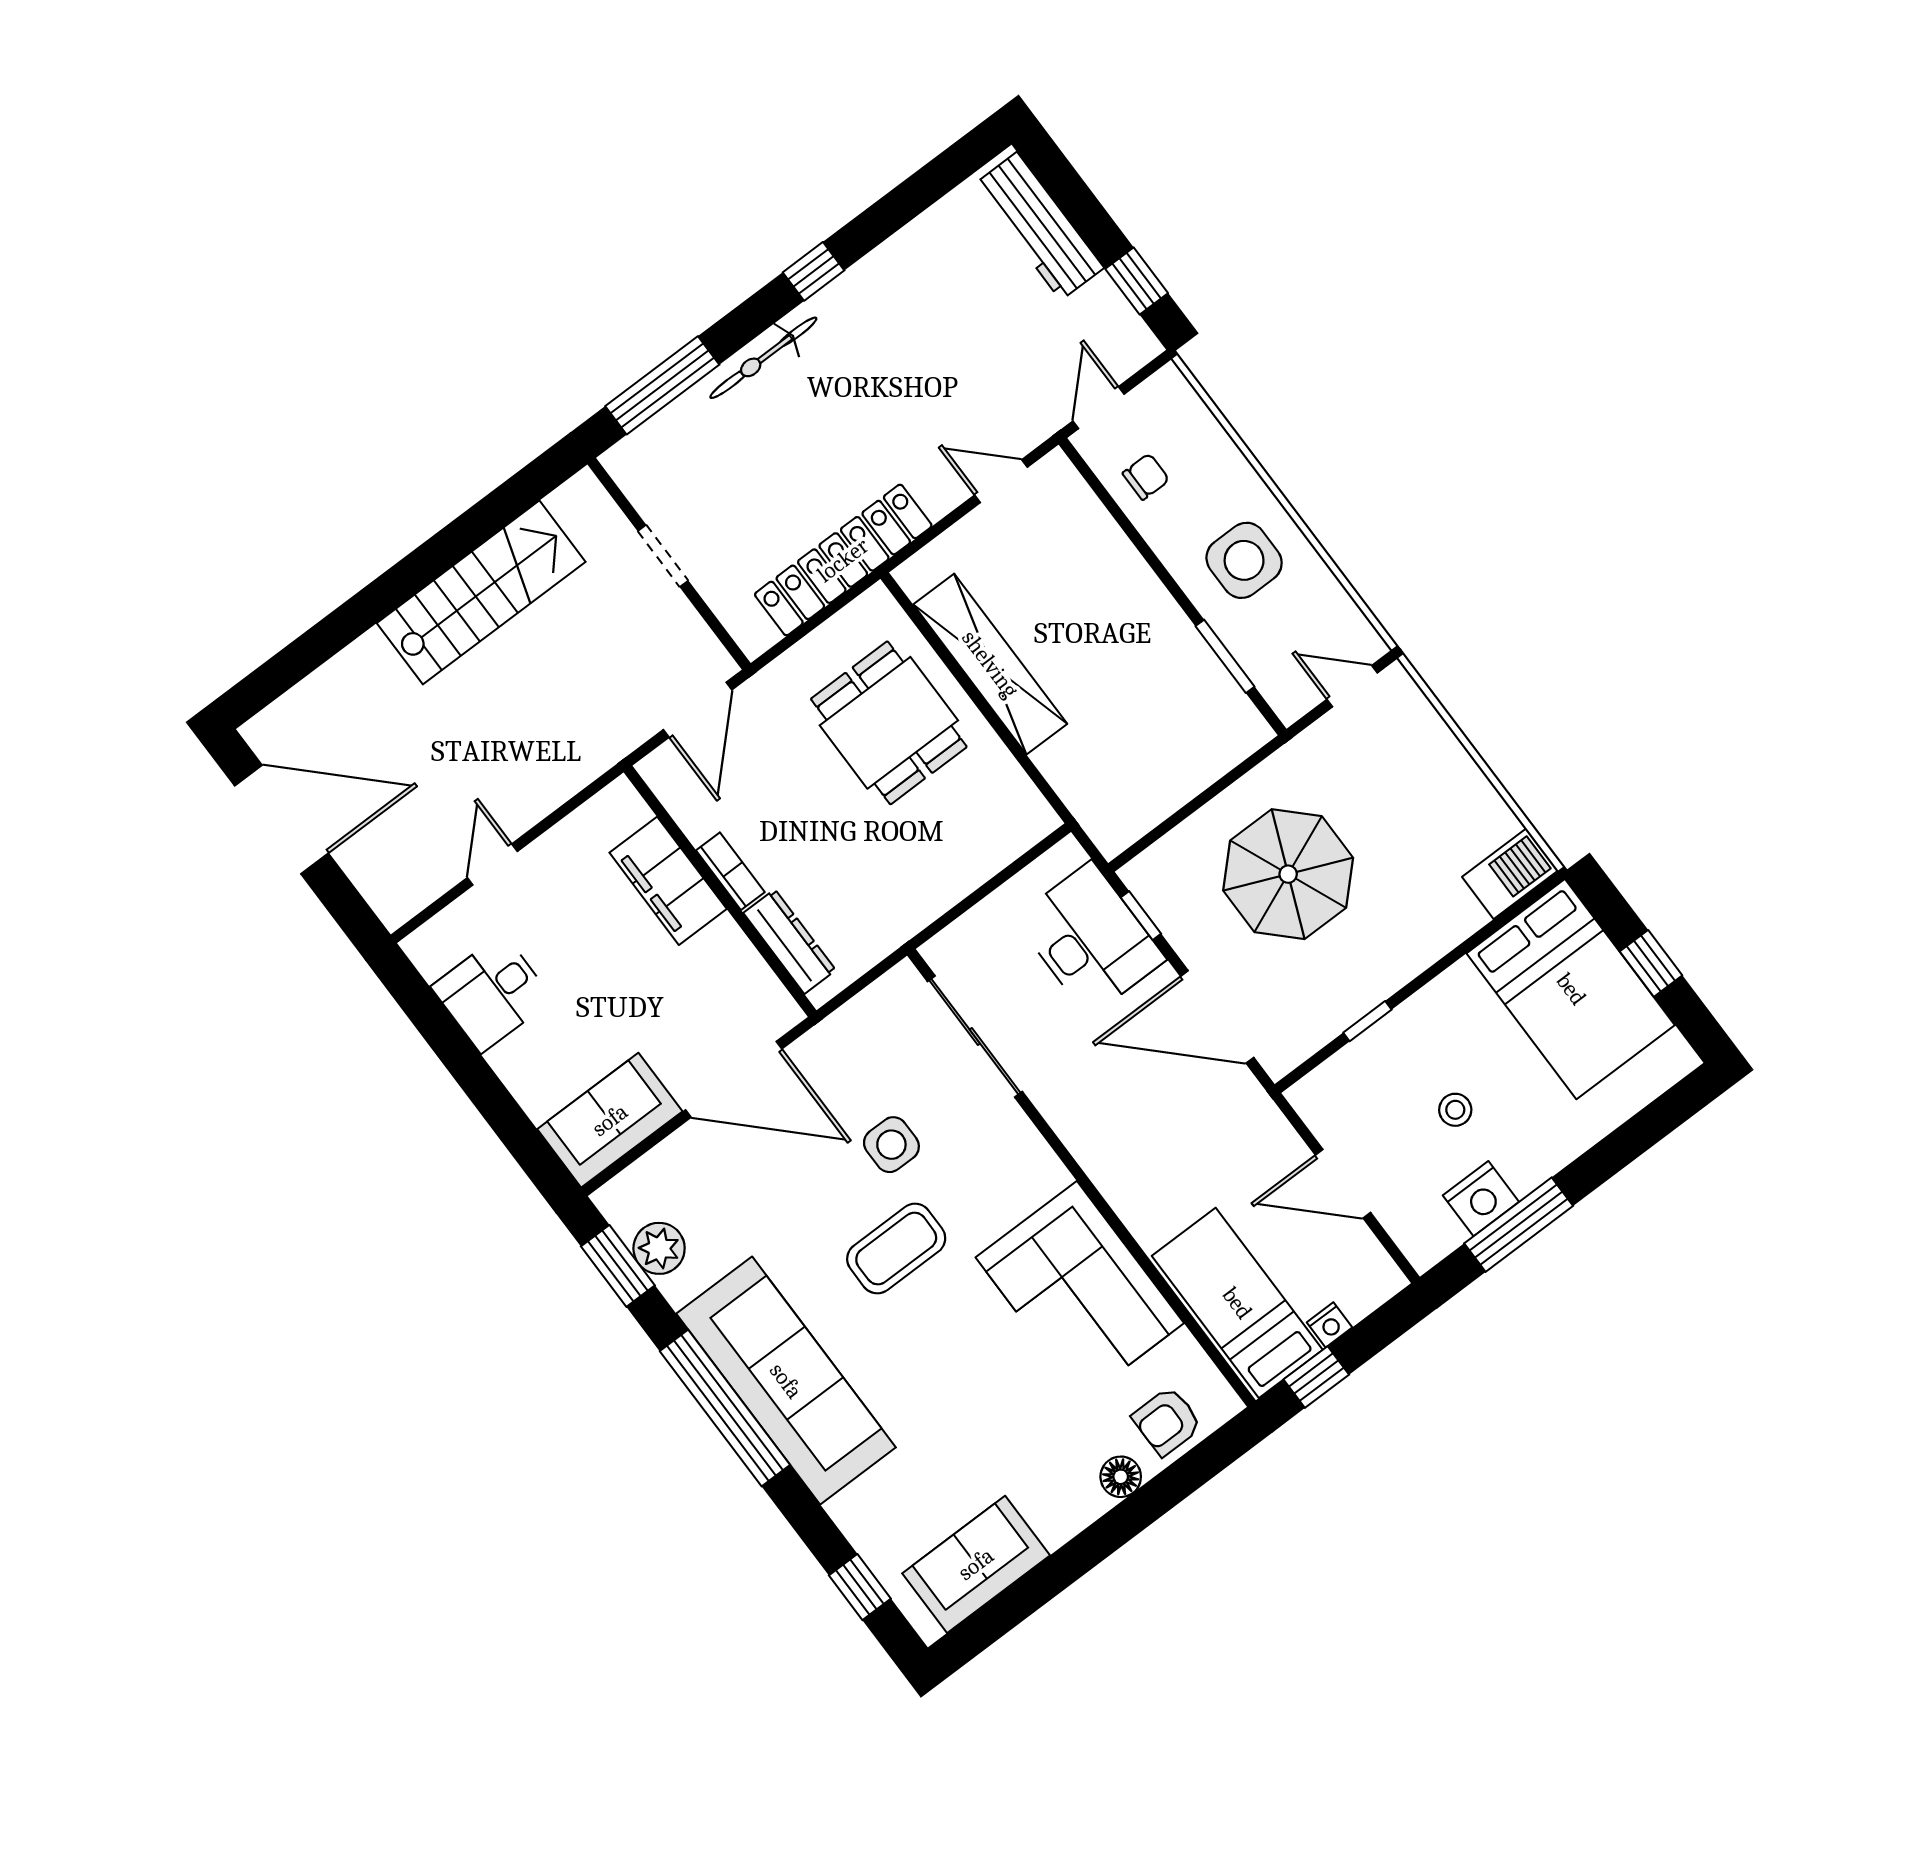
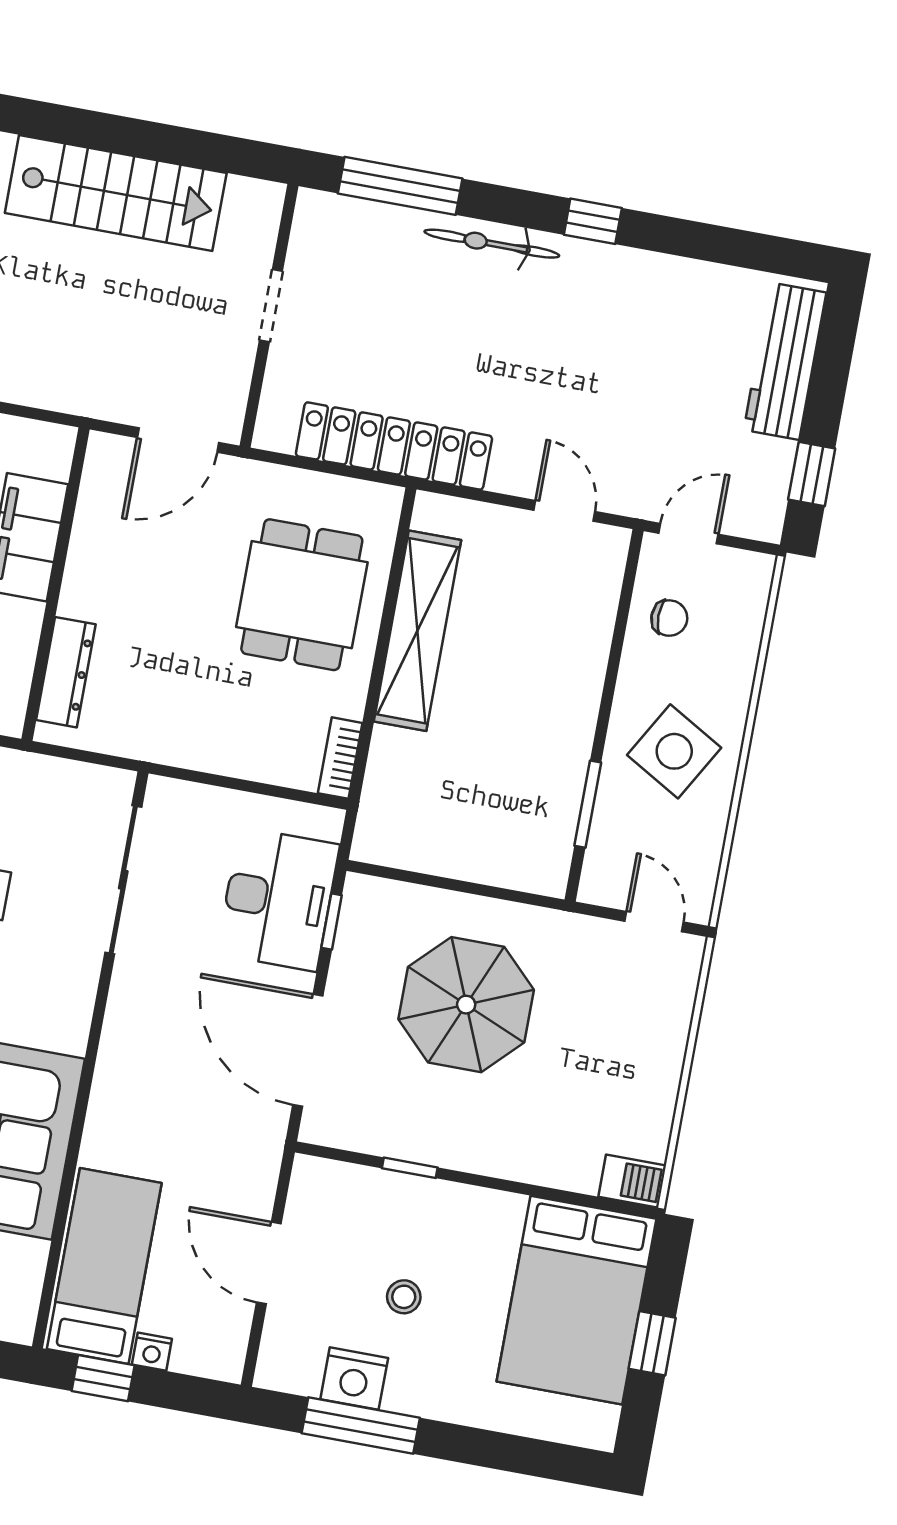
side table: (1244, 560) -> (674, 751), turned 30
bookcase: (730, 871) -> (340, 758), moved, turned 180
barbecue: (1510, 874) -> (632, 1181), width x0.73, depth x0.79

